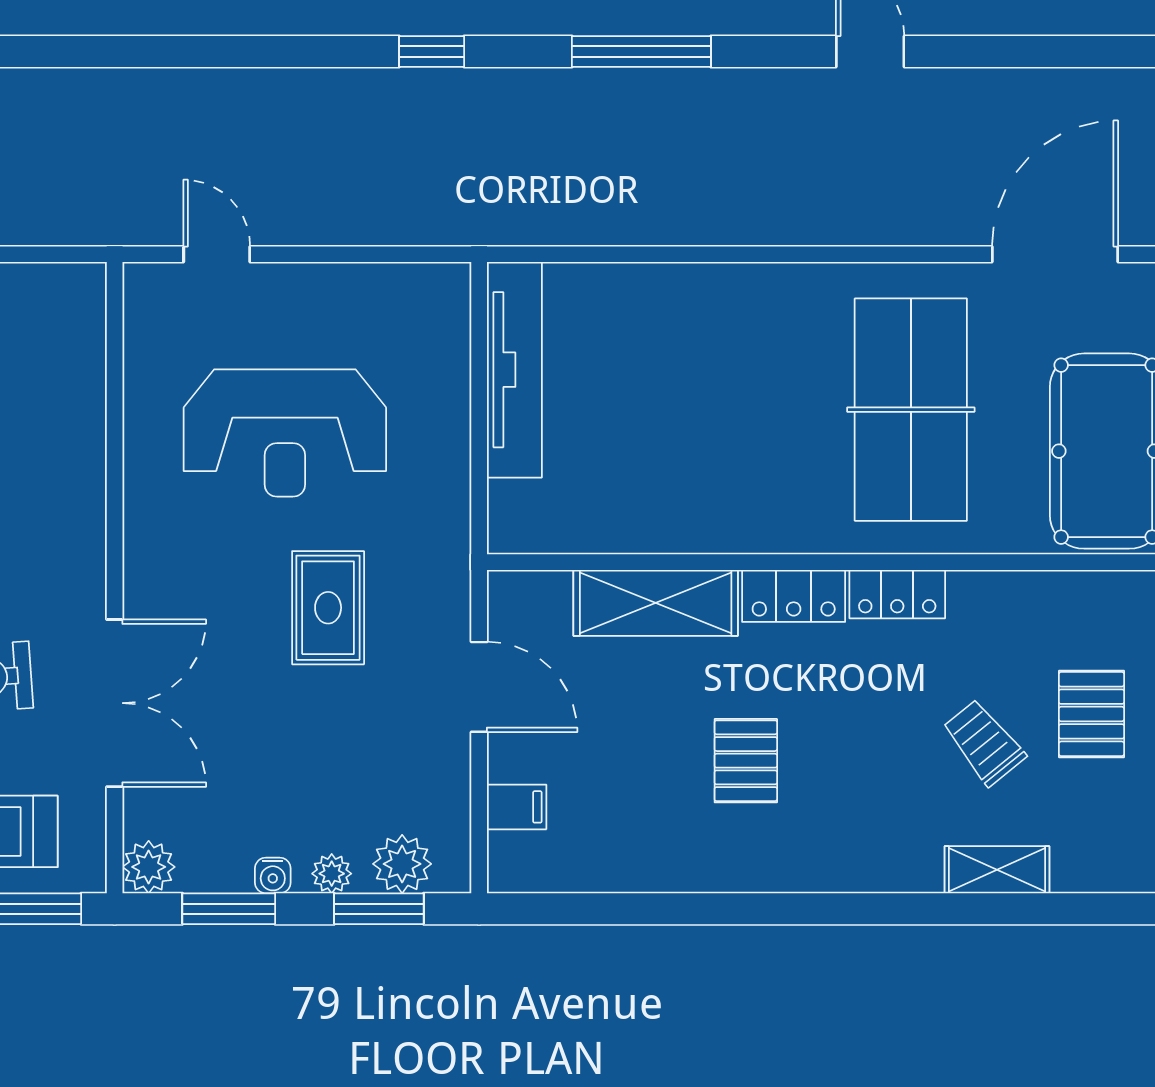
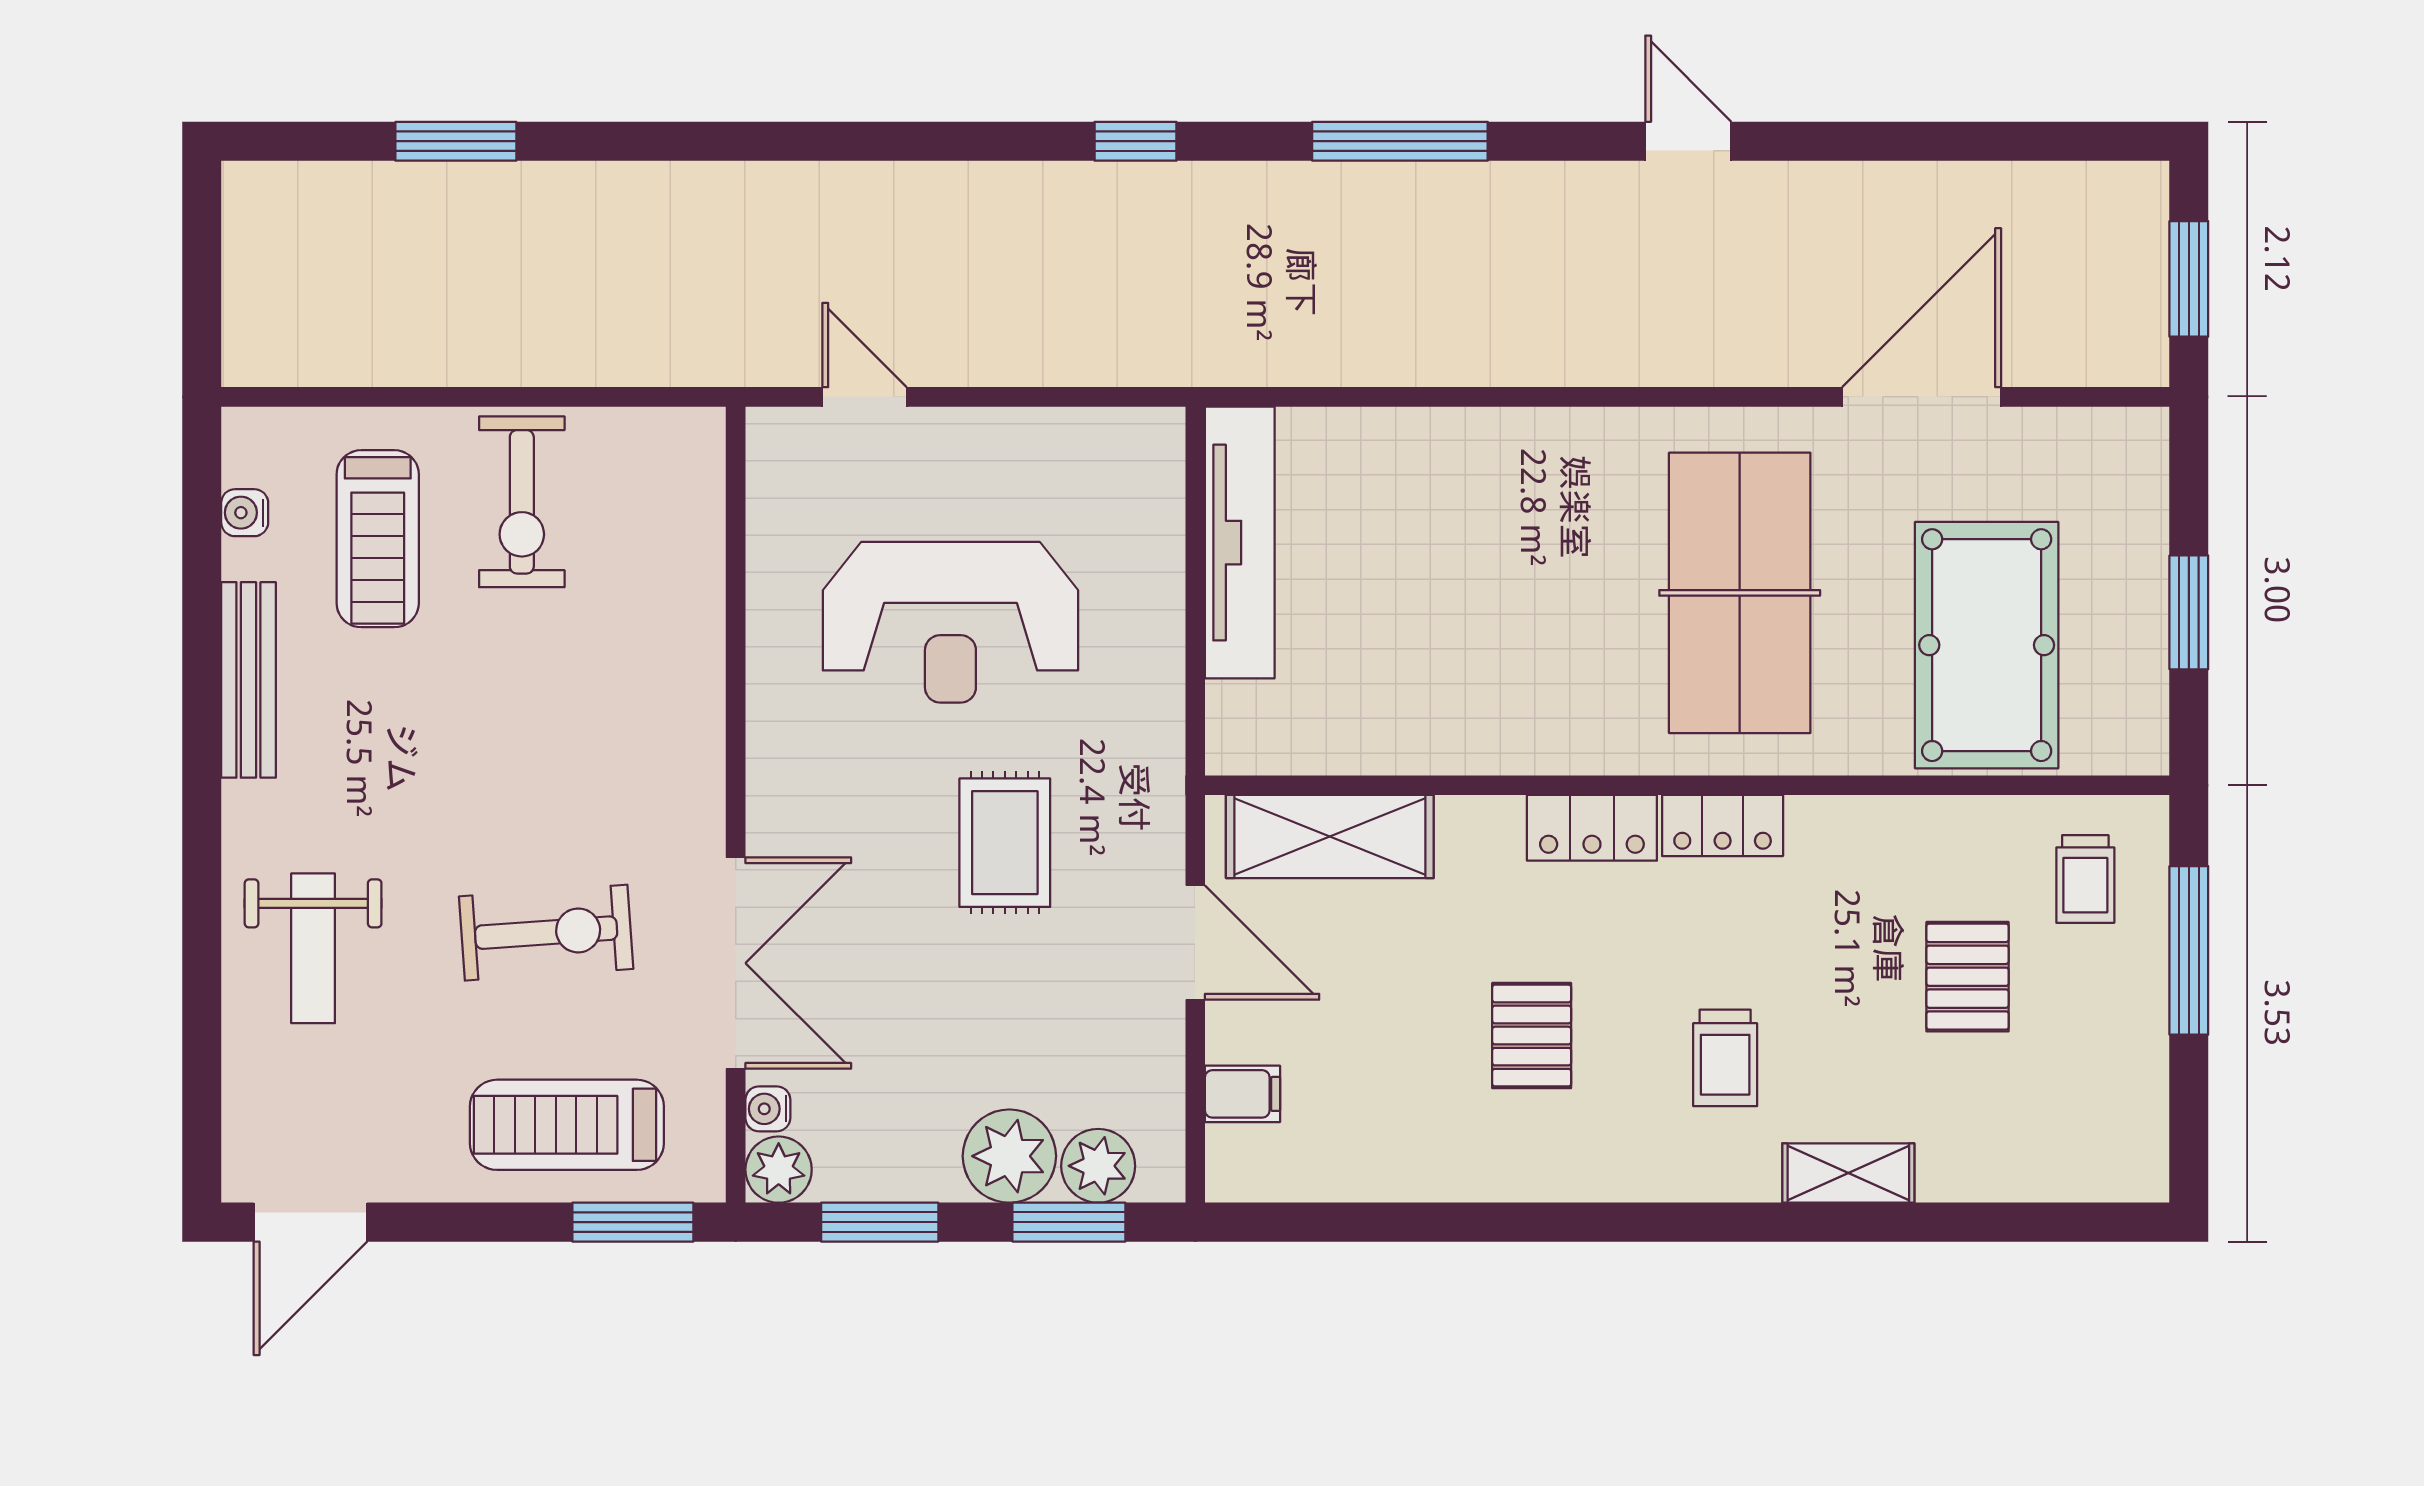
shelving: (656, 603) -> (1330, 837), moved
trolley: (984, 742) -> (1725, 1058), moved, turned -141
plant: (332, 874) -> (1009, 1156), width x1.88, depth x1.88
water cooler: (273, 875) -> (768, 1109), moved, turned 90

